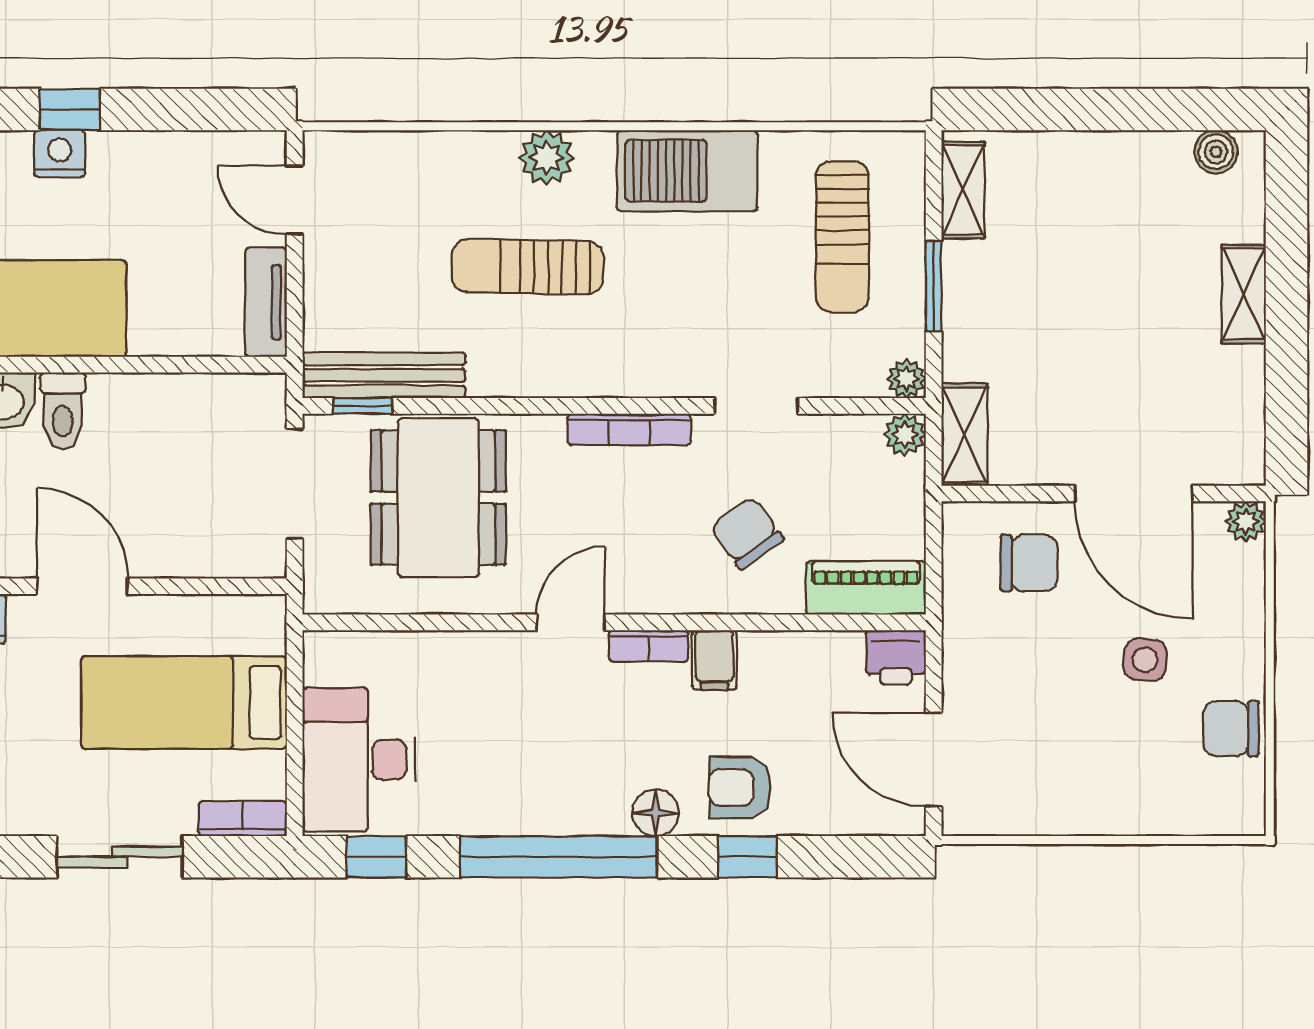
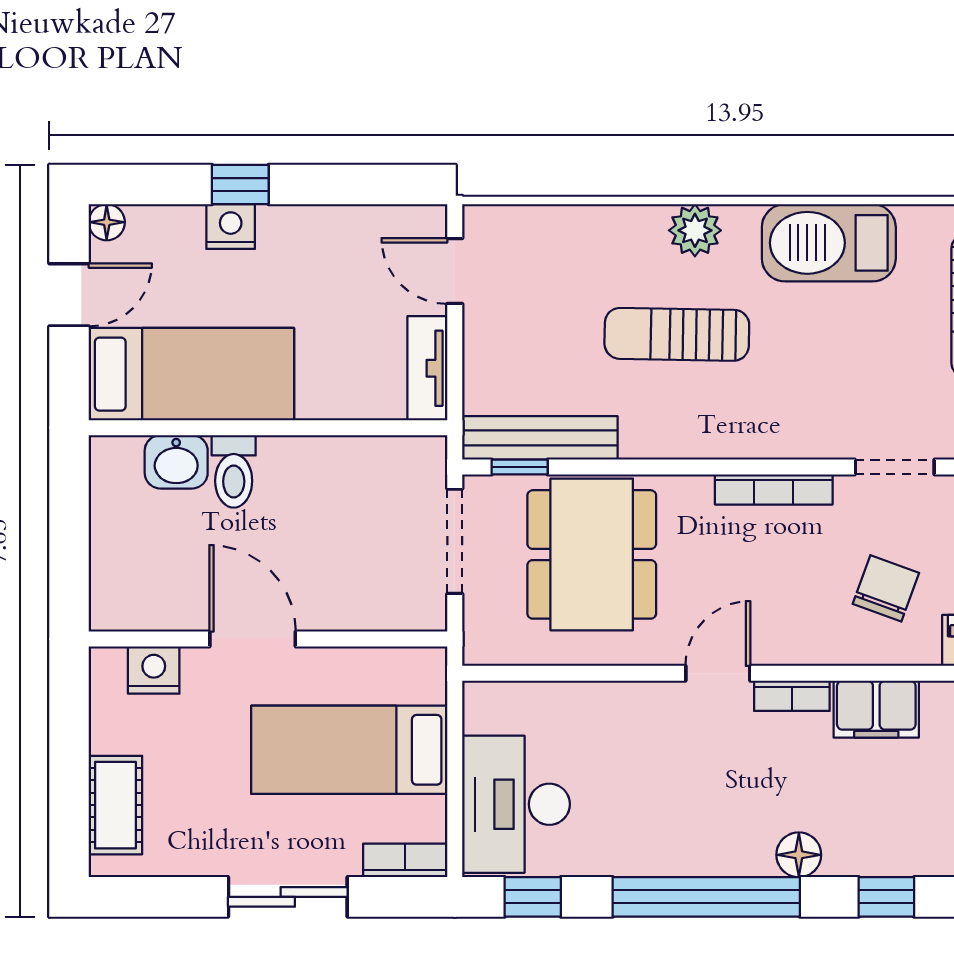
chair: (747, 533) -> (886, 588), turned 56
filing cabinet: (714, 660) -> (876, 709), width x2.00
armchair: (740, 787) -> (879, 831), removed

